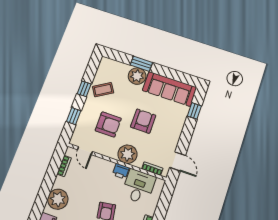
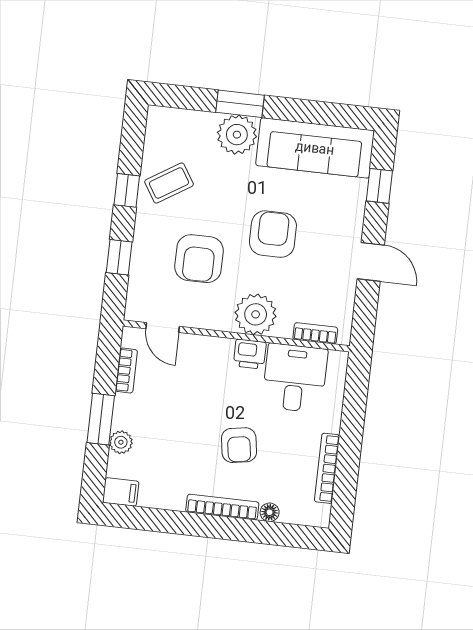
armchair: (108, 124) -> (199, 259), turned 90
door: (178, 161) -> (371, 262), moved
window: (47, 185) -> (101, 419), added
plant: (58, 199) -> (121, 442), width x0.53, depth x0.53

